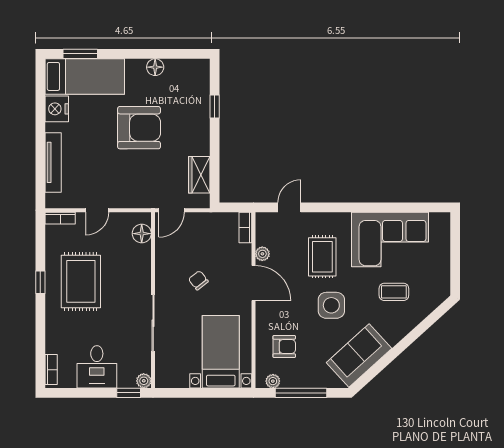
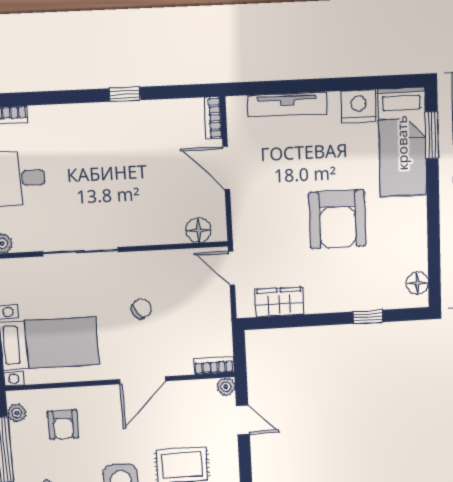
floor lamp: (155, 67) -> (417, 283), moved
door: (97, 210) -> (226, 168), width x1.38
plant: (262, 254) -> (226, 387), moved
rug: (81, 281) -> (129, 151), removed

